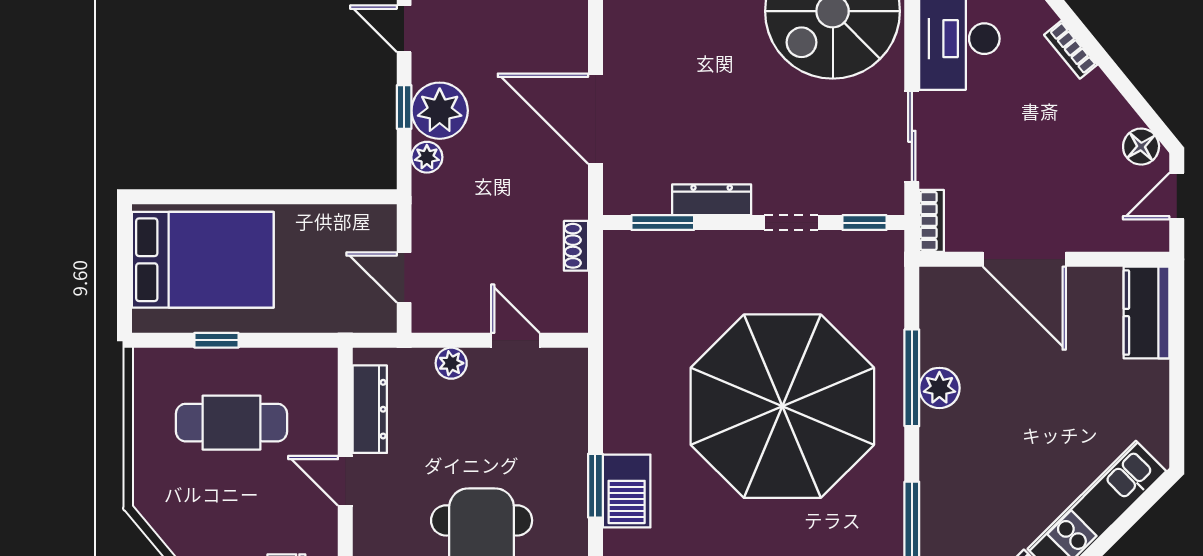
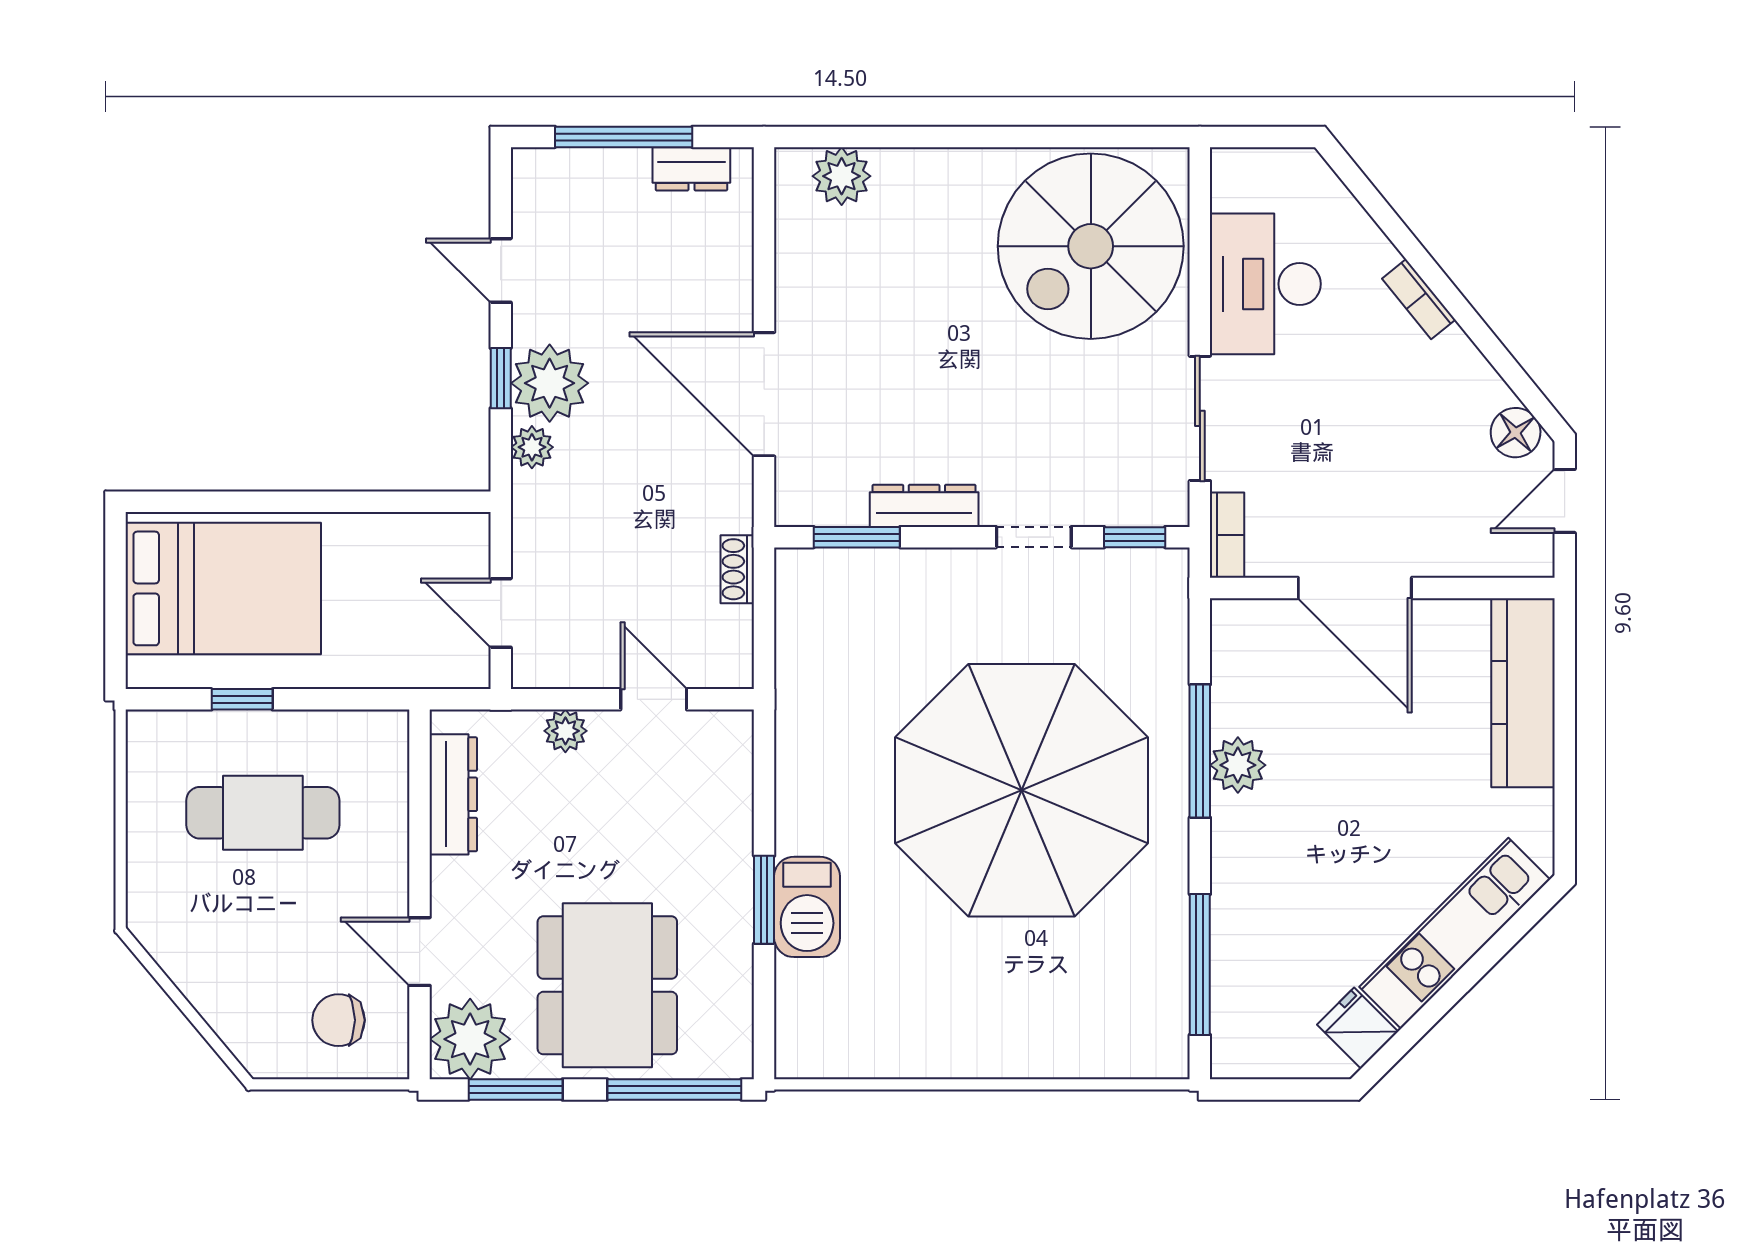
kitchen counter: (1146, 313) -> (1523, 693), width x1.50
door: (345, 481) -> (420, 952), moved

